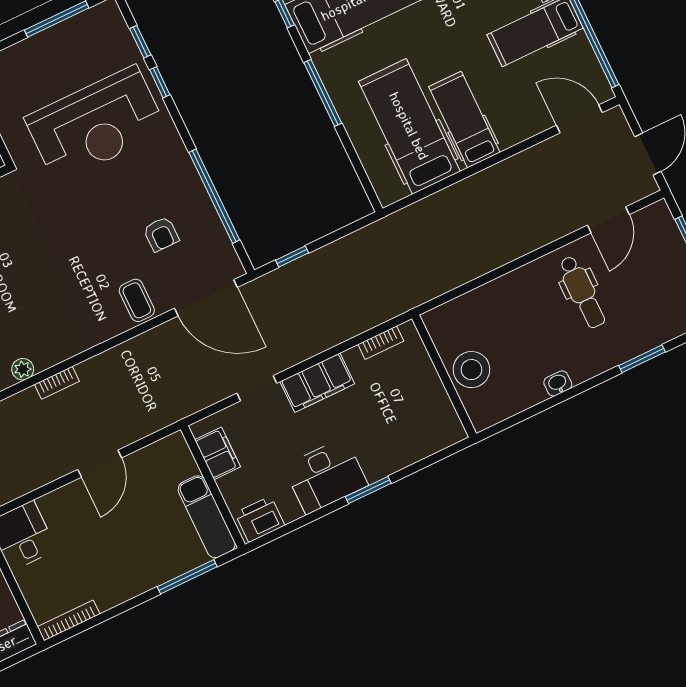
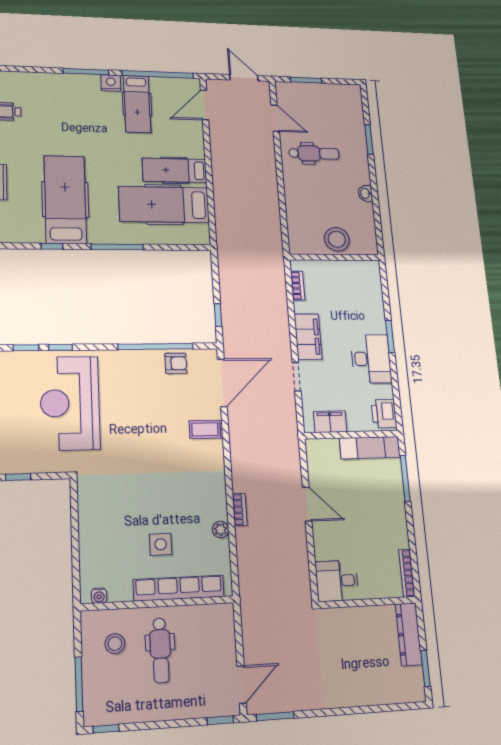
reception desk: (96, 124) -> (70, 403), turned 180
armchair: (161, 234) -> (176, 363), moved

